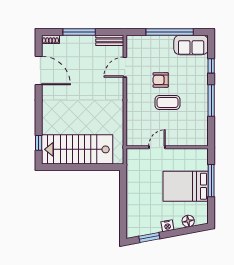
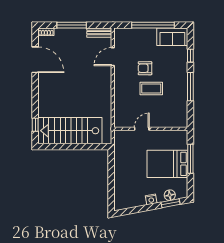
window: (149, 237) -> (171, 203), moved

